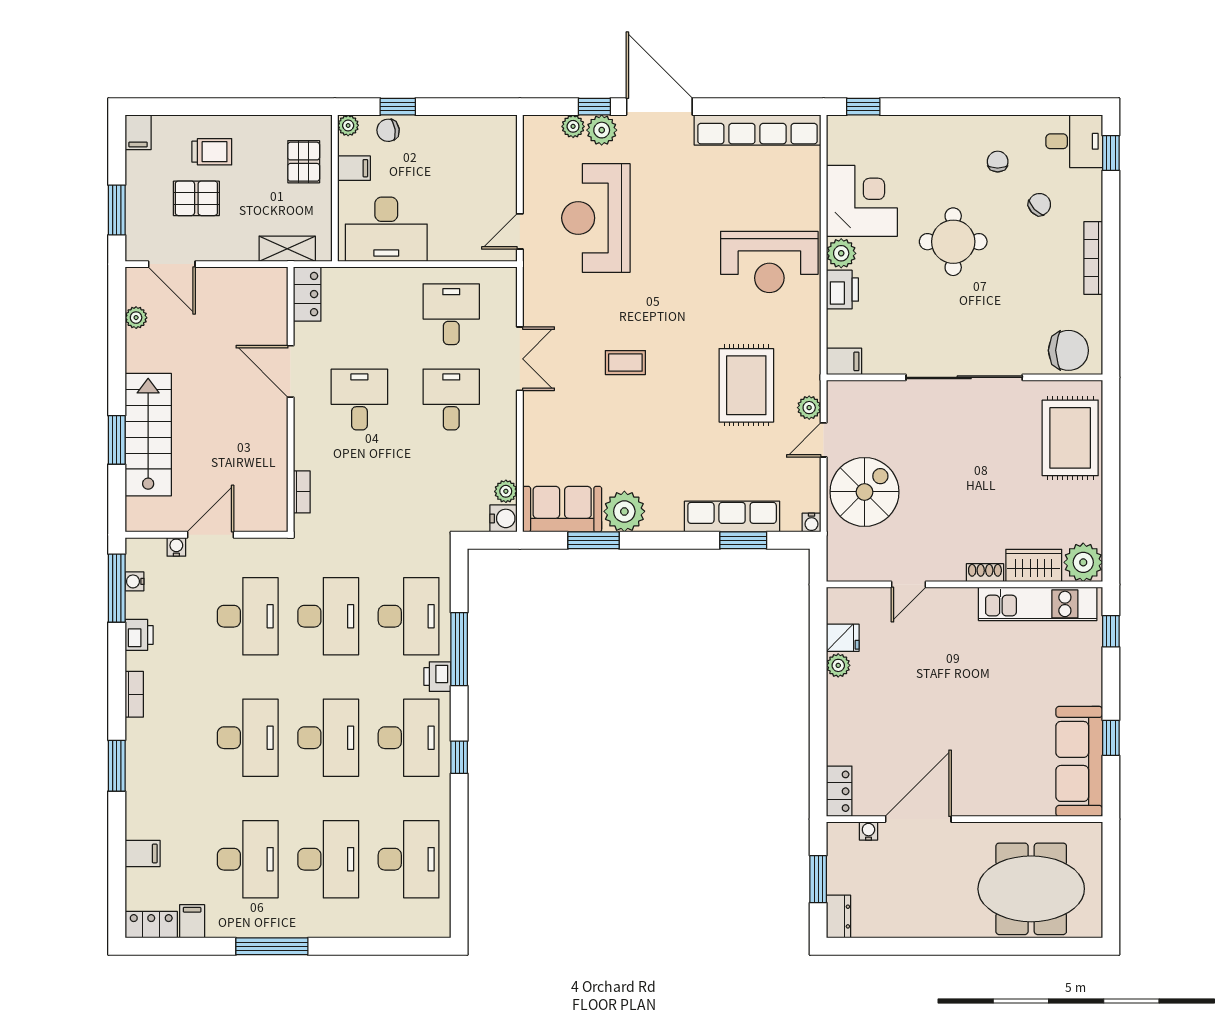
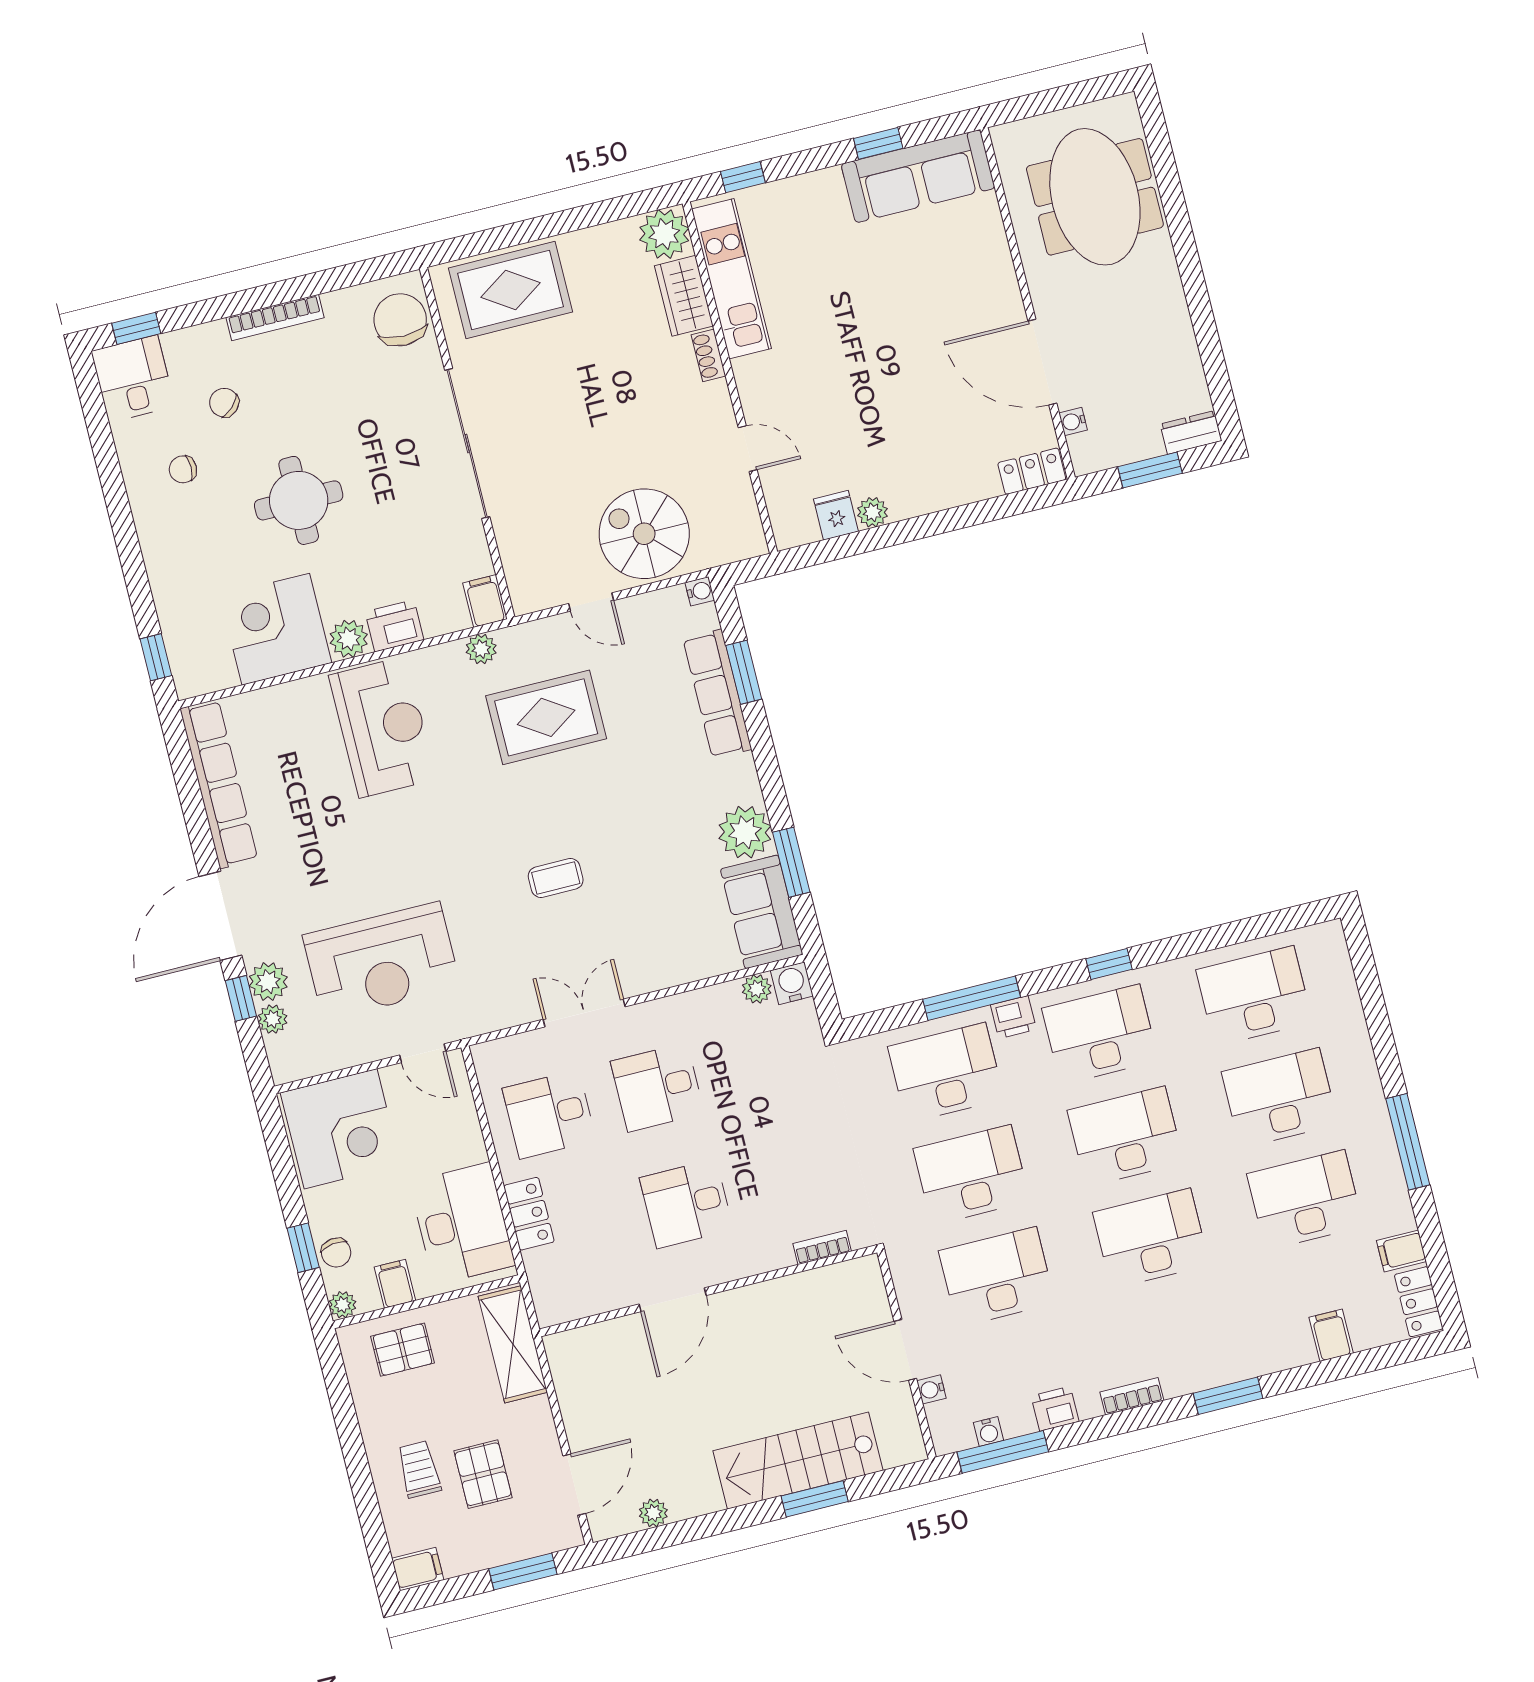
corner desk: (479, 157) -> (341, 1129), added
shelving: (287, 249) -> (513, 1344), width x1.50, depth x1.33
locker: (307, 294) -> (529, 1214), moved, turned 90
coffee table: (625, 363) -> (556, 878), turned 90
plant: (809, 408) -> (481, 649), moved

